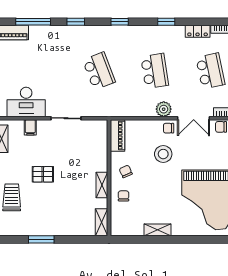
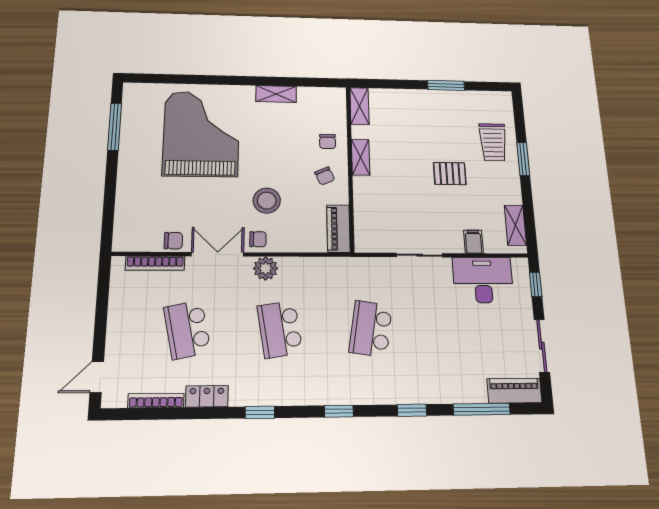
school desk: (99, 71) -> (371, 329), turned 30

